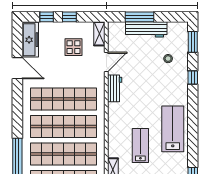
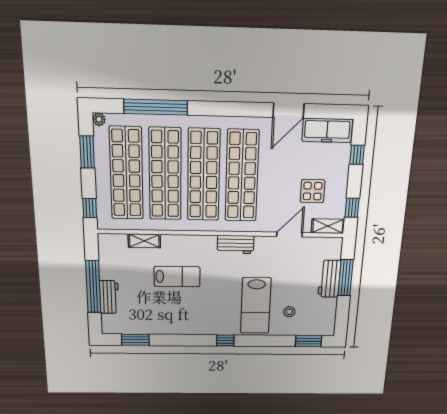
window: (69, 17) -> (352, 208), moved
workbench: (146, 29) -> (329, 279), width x0.73
door: (106, 62) -> (290, 234), swing flipped
window: (193, 78) -> (225, 340), moved
workbench: (115, 88) -> (236, 245), moved
lab bench: (173, 129) -> (256, 306), moved, turned 90

